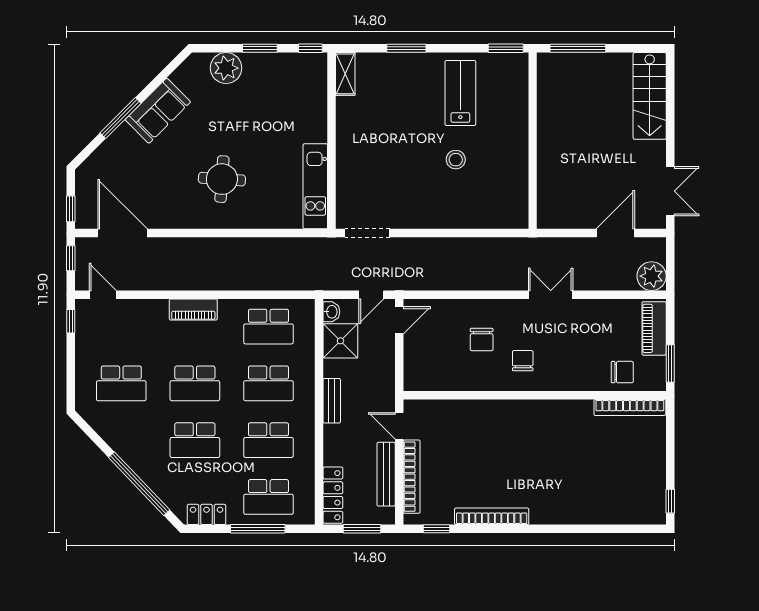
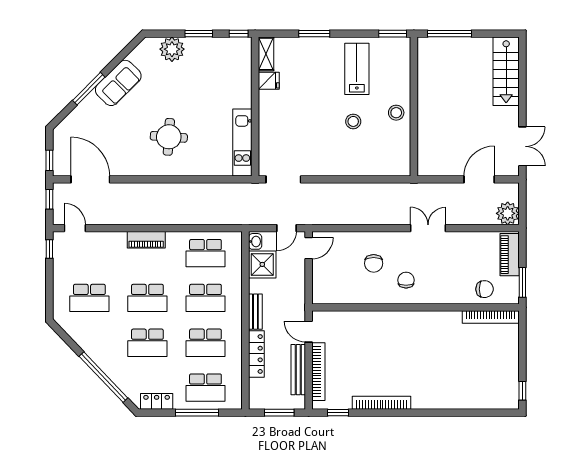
fridge: (349, 108) -> (269, 81), added
stool: (510, 148) -> (396, 113), added
locker: (333, 495) -> (256, 354), moved

